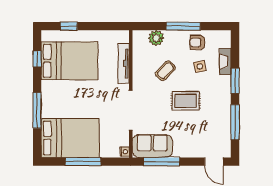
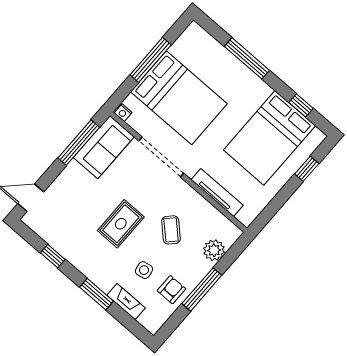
window: (235, 122) -> (53, 256), width x0.46
bed: (70, 138) -> (179, 98), moved, turned -90

